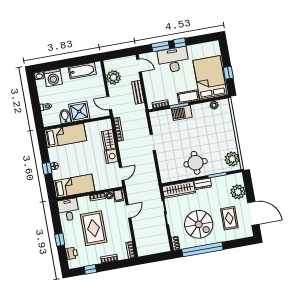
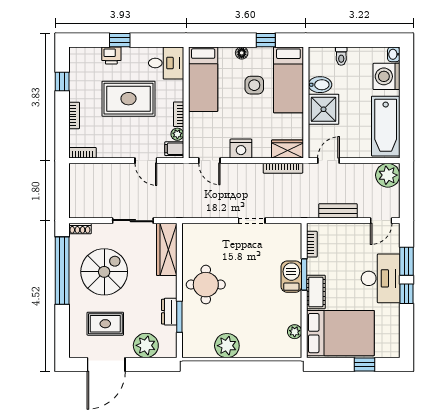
bathtub: (82, 71) -> (386, 126), width x1.36, depth x1.36
window: (228, 73) -> (364, 364), moved
plant: (113, 77) -> (388, 175), moved
wardrobe: (109, 140) -> (287, 149), moved
side table: (72, 155) -> (254, 85), added
plant: (232, 159) -> (227, 346), moved
window: (47, 168) -> (266, 40), moved
dresser: (203, 184) -> (169, 312), moved
spiral stairs: (199, 224) -> (104, 272), turned 180
printer: (72, 253) -> (111, 55), moved

